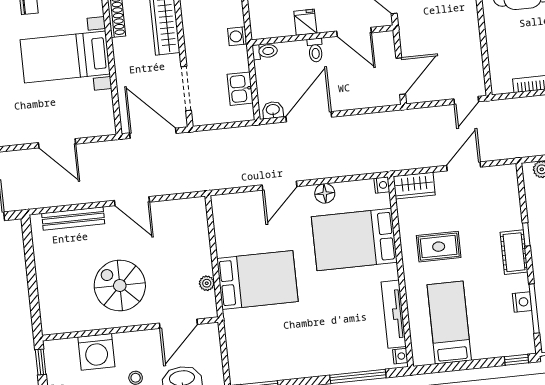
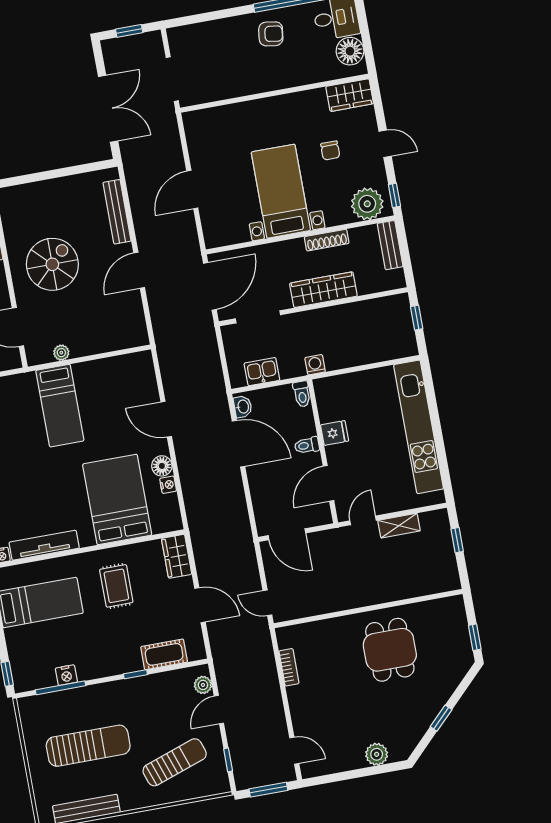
nightstand: (382, 185) -> (168, 485), moved, turned -90
cot: (514, 252) -> (164, 654), moved
bed: (257, 280) -> (60, 406), width x0.67

